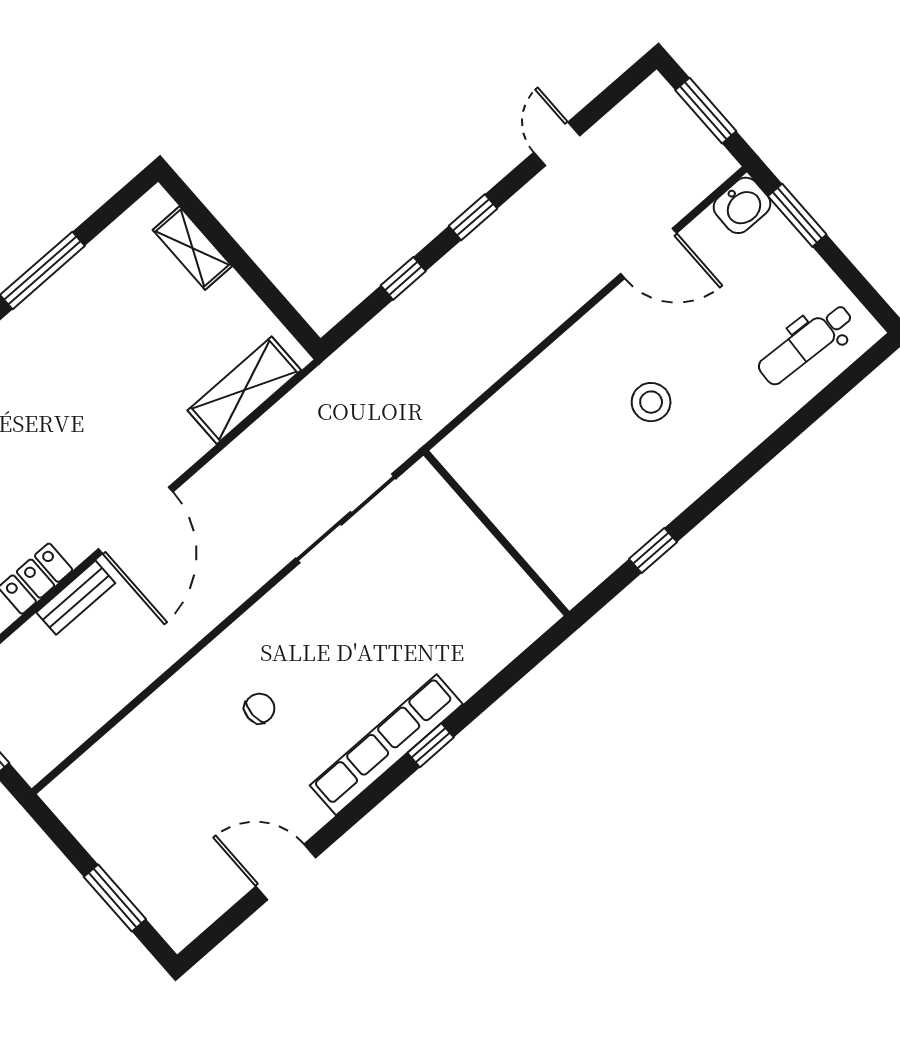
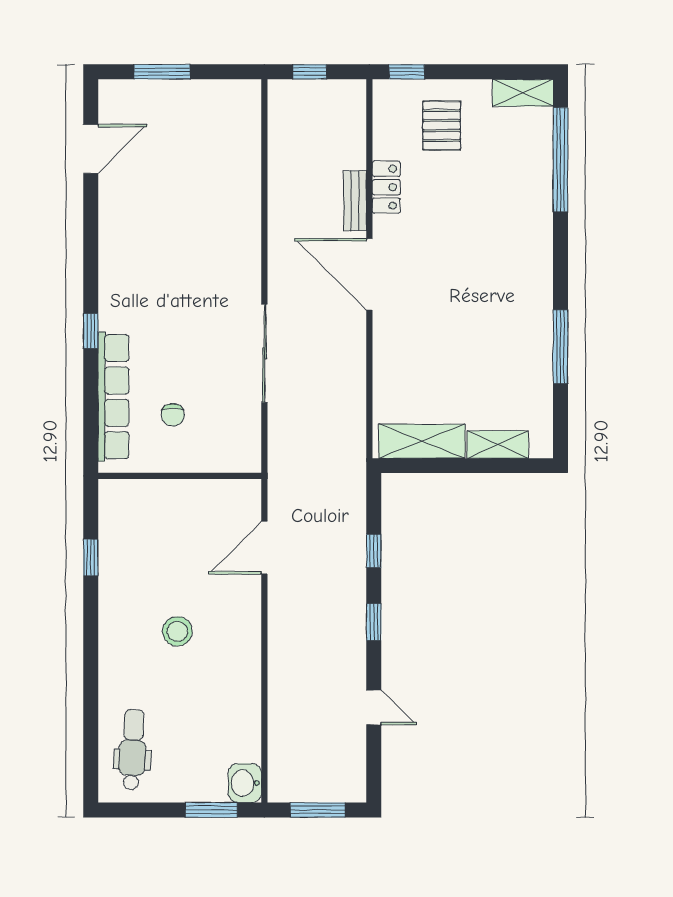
door: (649, 253) -> (264, 548), moved
shelving: (244, 390) -> (422, 441), moved, turned 90
sliding door: (346, 518) -> (264, 353), moved
chair: (260, 708) -> (173, 415), moved
row of seats: (386, 745) -> (113, 397), moved
door: (286, 872) -> (91, 149), moved

